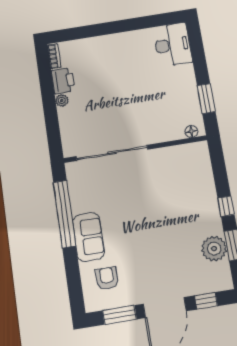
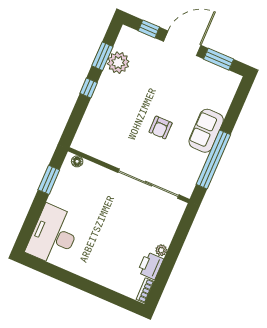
desk: (173, 45) -> (54, 235), width x1.36, depth x1.30
armchair: (107, 278) -> (161, 128), moved

